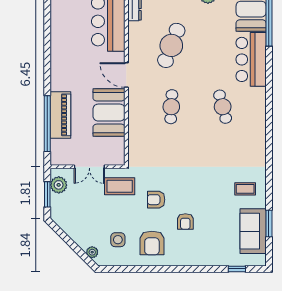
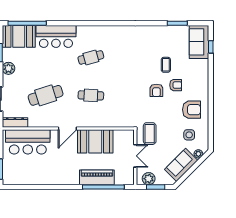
cafe table: (171, 45) -> (46, 95), turned -39
coffee table: (245, 189) -> (166, 65), moved
armchair: (156, 200) -> (156, 90), moved
sofa: (77, 229) -> (181, 165), added
sofa: (253, 231) -> (199, 42), moved, turned 90

